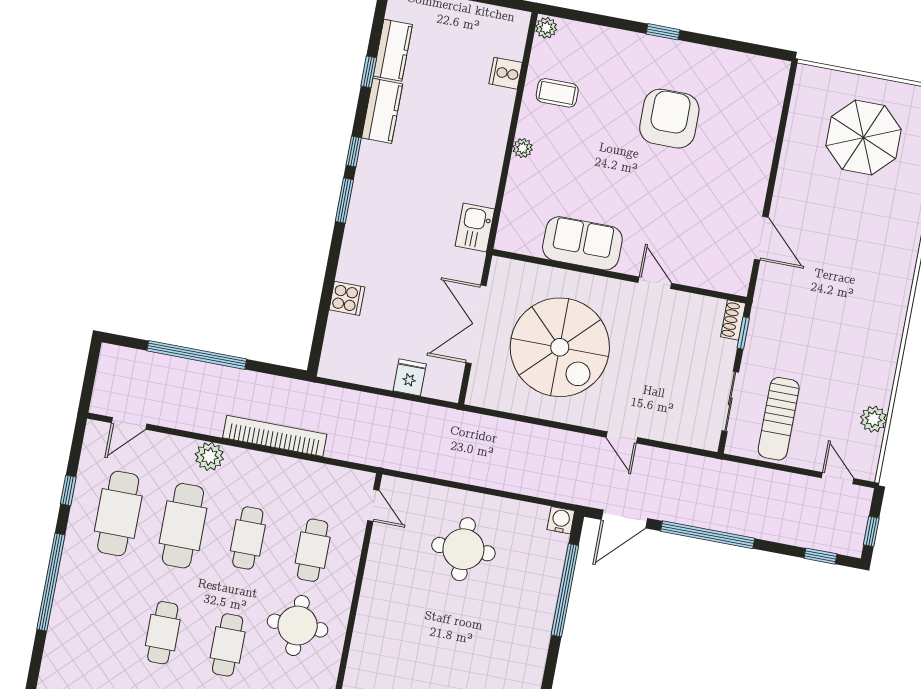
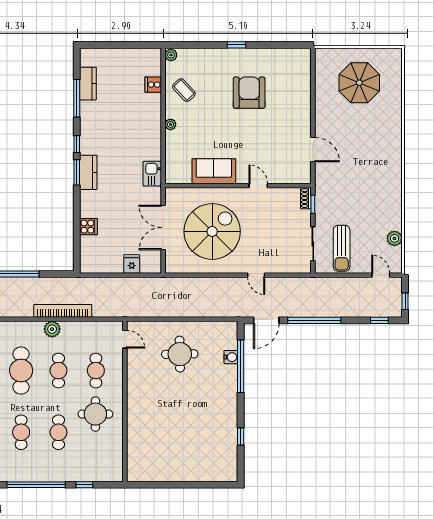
window: (369, 72) -> (77, 98), width x2.17
coffee table: (557, 93) -> (184, 90), turned 47
kitchen counter: (382, 111) -> (88, 172), moved
spiral stairs: (560, 347) -> (212, 231), turned -90
plant: (209, 456) -> (52, 329), moved
water cooler: (561, 520) -> (231, 357), moved, turned 90

